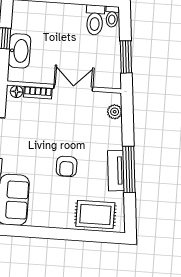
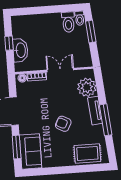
window: (126, 57) -> (91, 32), moved
plant: (115, 112) -> (87, 87), width x1.88, depth x1.88
armchair: (67, 166) -> (63, 124), turned 117
tv unit: (116, 171) -> (95, 111), moved

